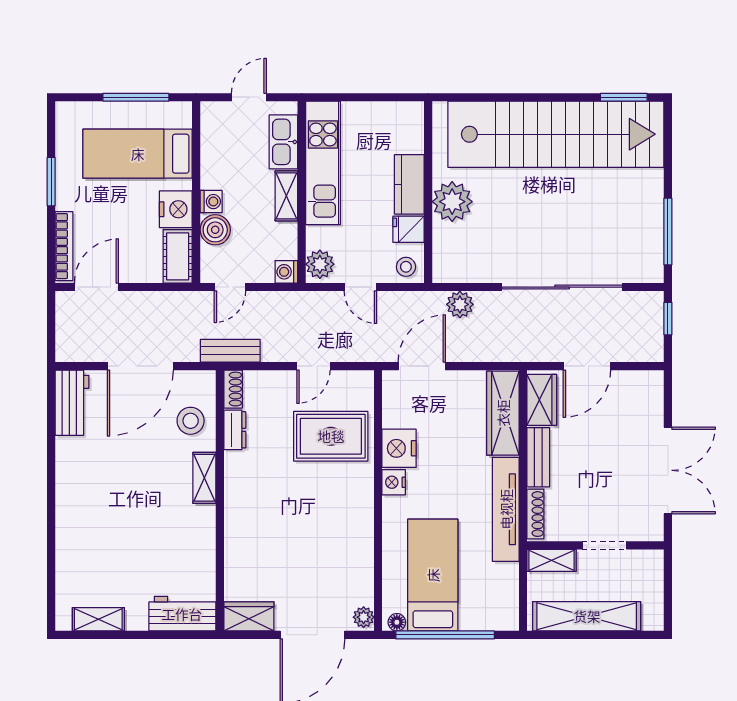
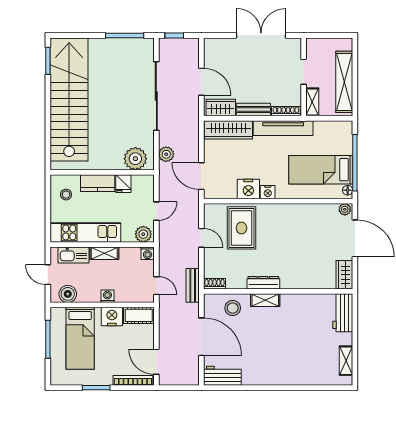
plant: (452, 202) -> (135, 159), moved
boiler: (215, 230) -> (68, 294), moved
stool: (406, 267) -> (66, 195), moved
dresser: (235, 430) -> (263, 283), moved, width x1.44

